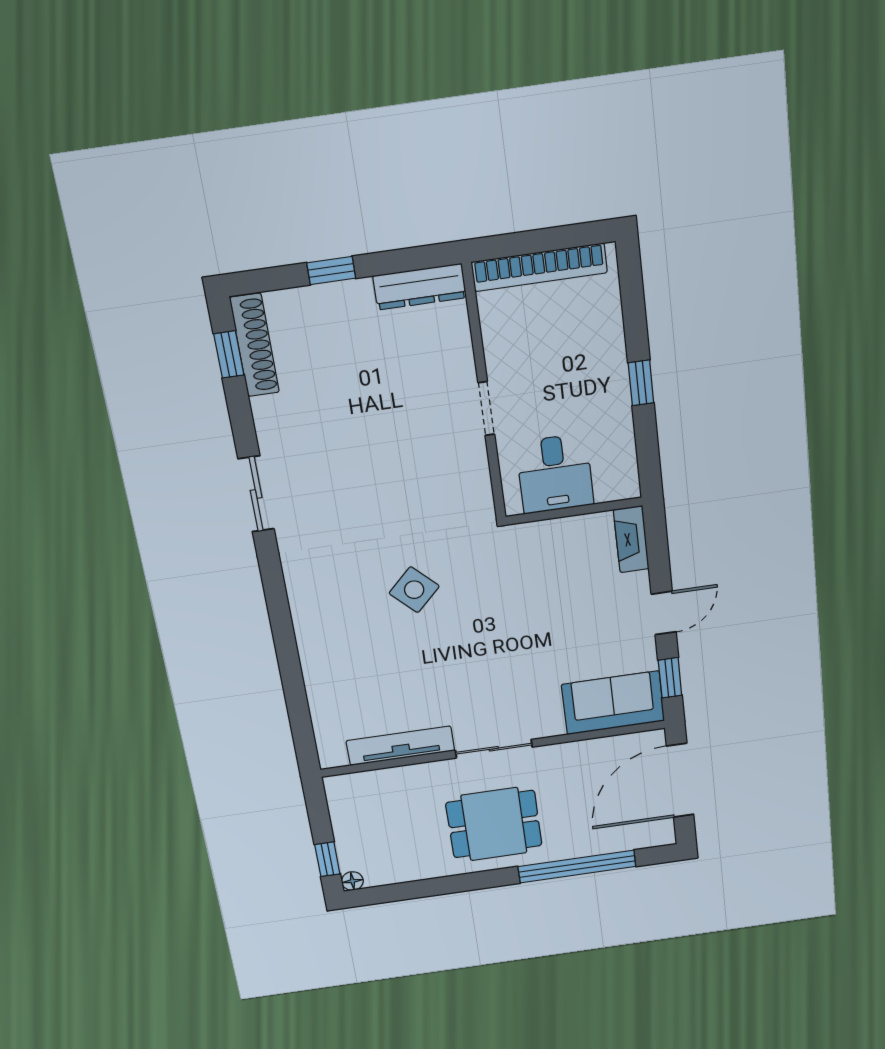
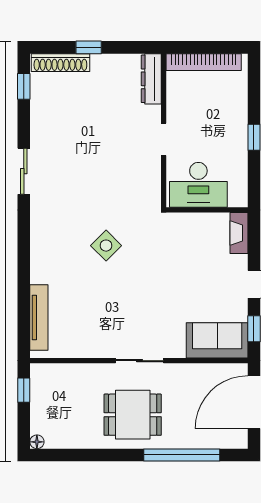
dresser: (420, 287) -> (151, 79), moved, turned 90
shoe rack: (254, 345) -> (60, 63), moved, turned 90
desk: (555, 474) -> (198, 185), width x1.37
tv unit: (400, 746) -> (39, 317), moved, turned 90
window: (327, 859) -> (24, 390), moved

